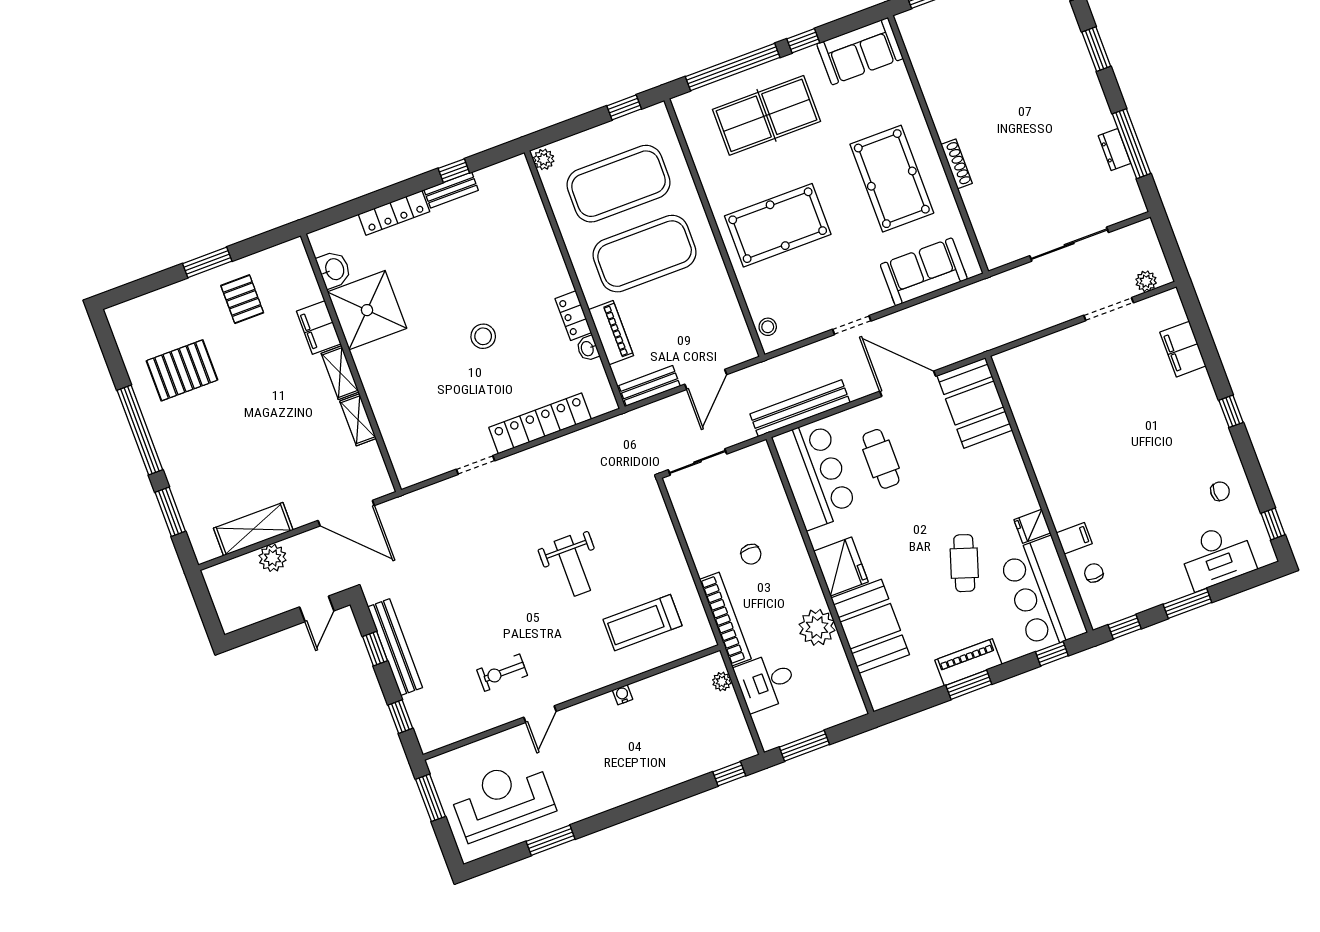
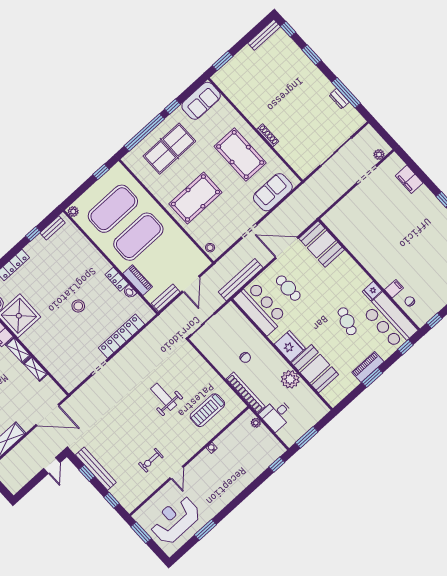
bench: (451, 190) -> (53, 228), moved
plant: (273, 558) -> (21, 450), removed
weight bench: (572, 566) -> (164, 397), turned 180

